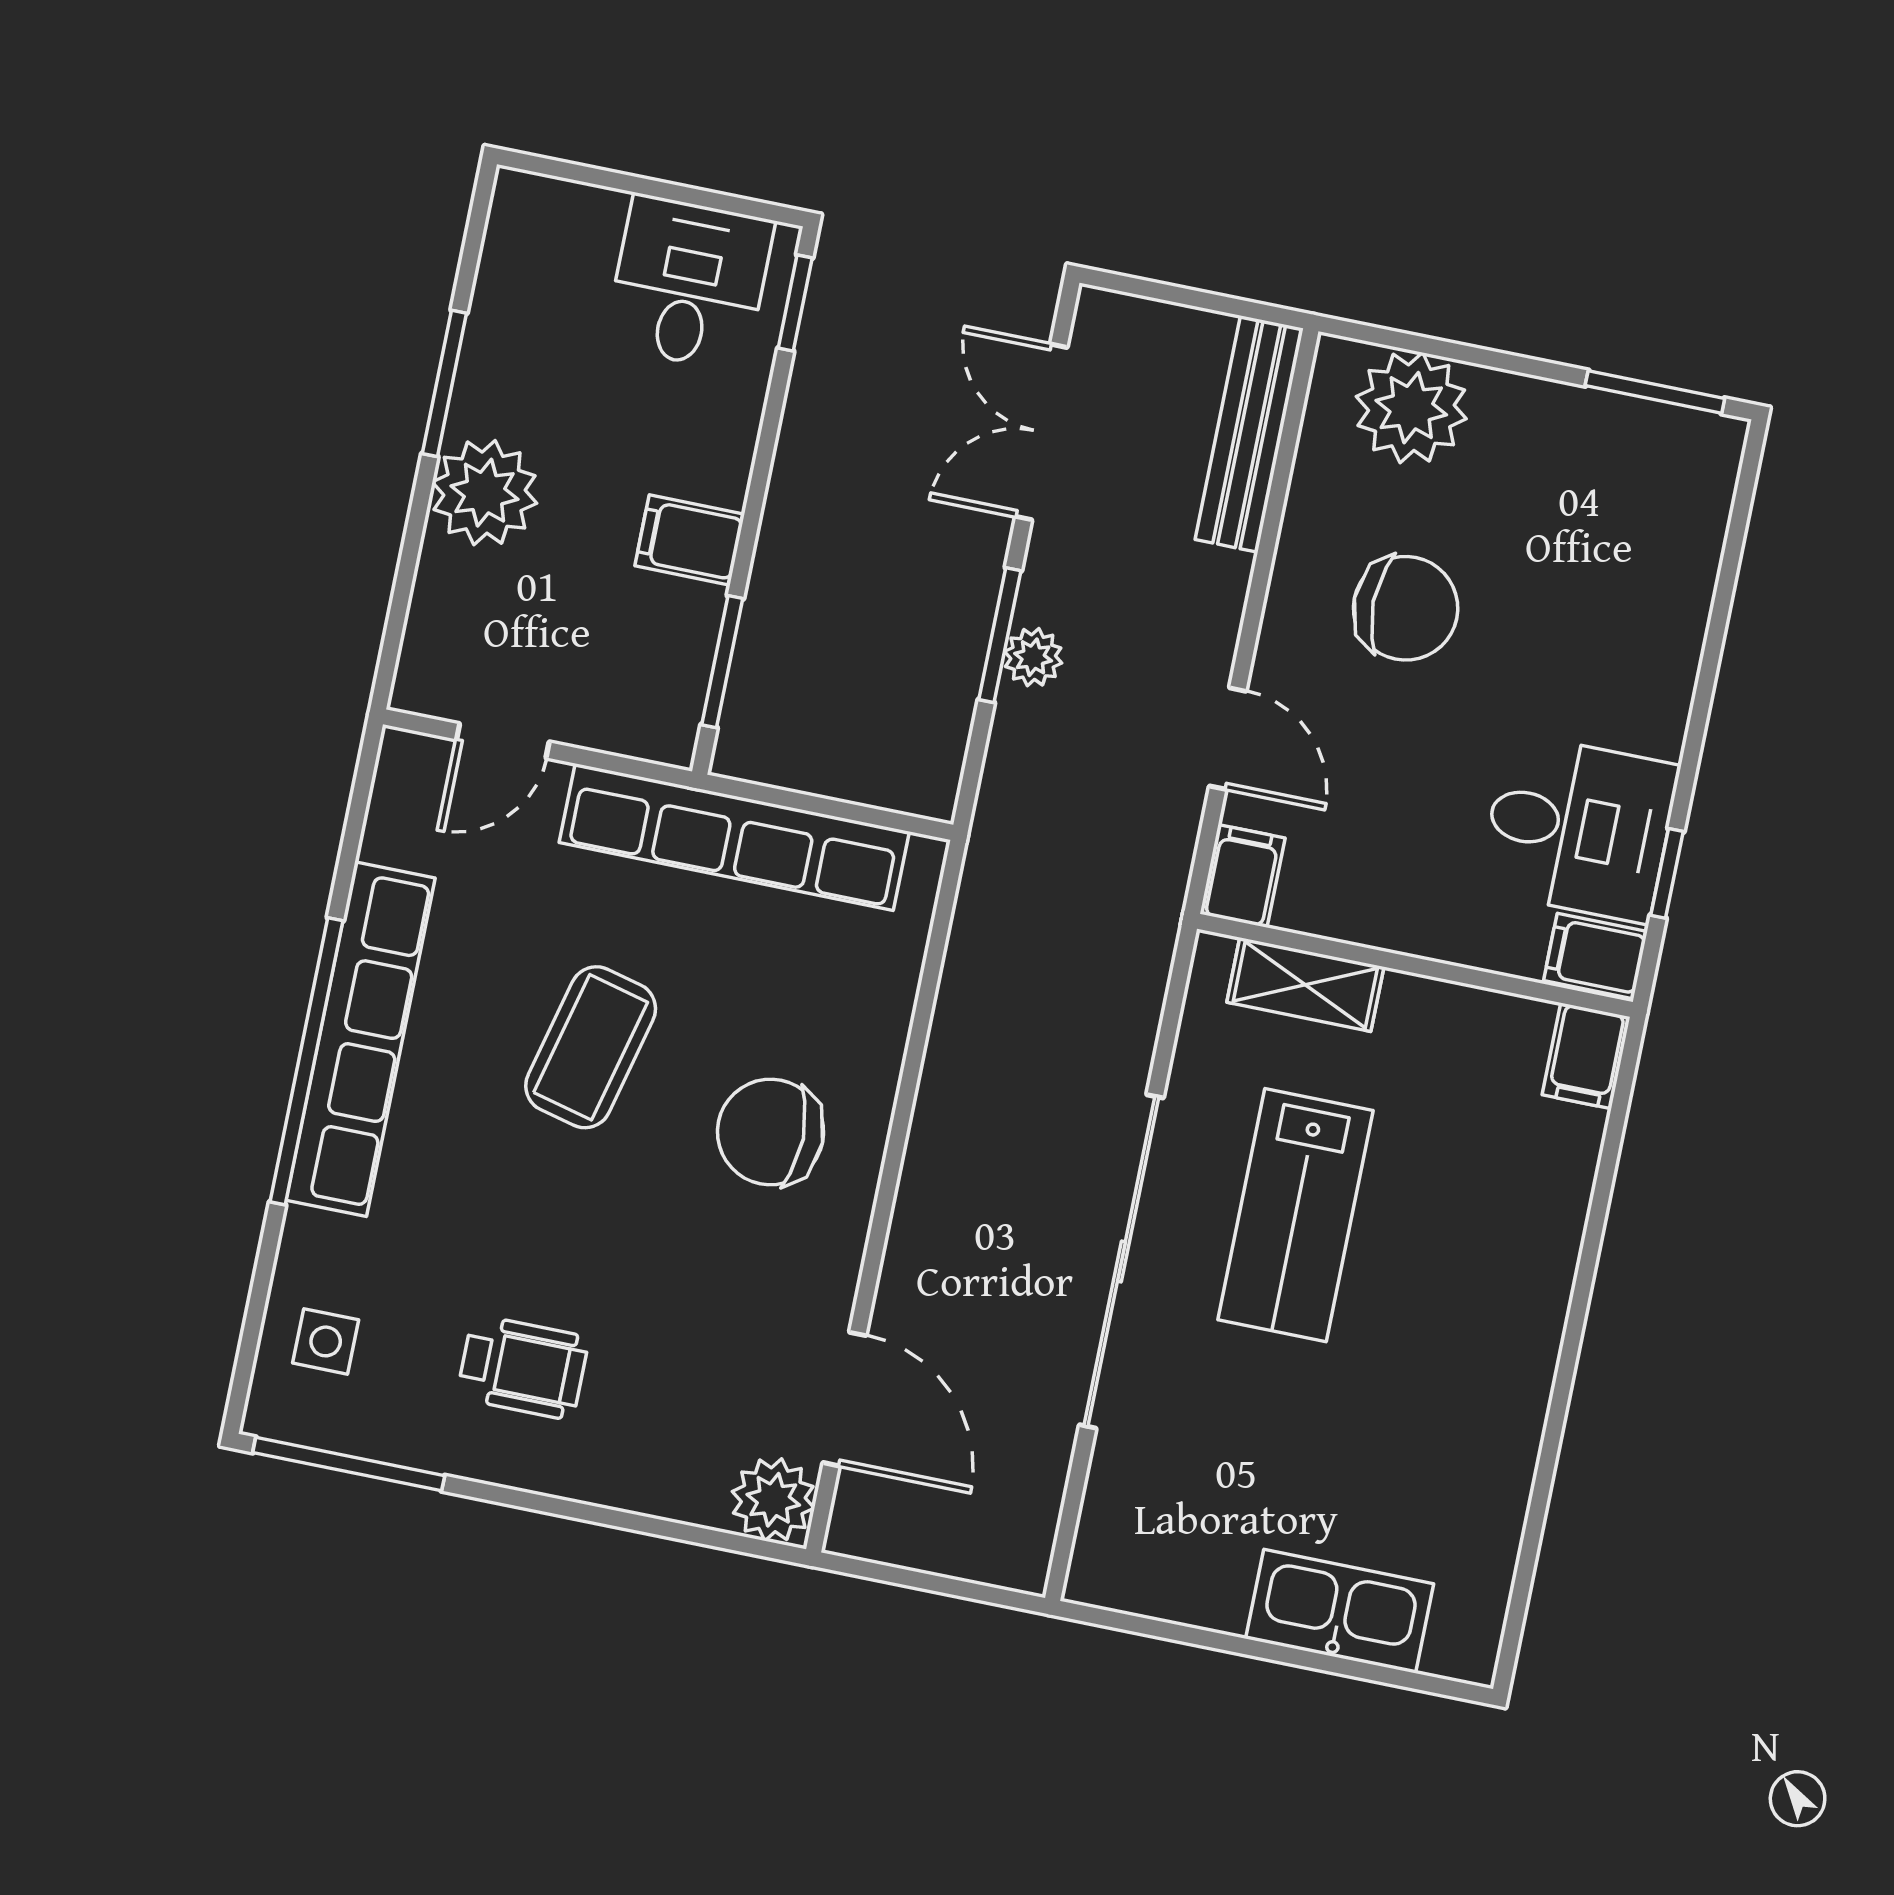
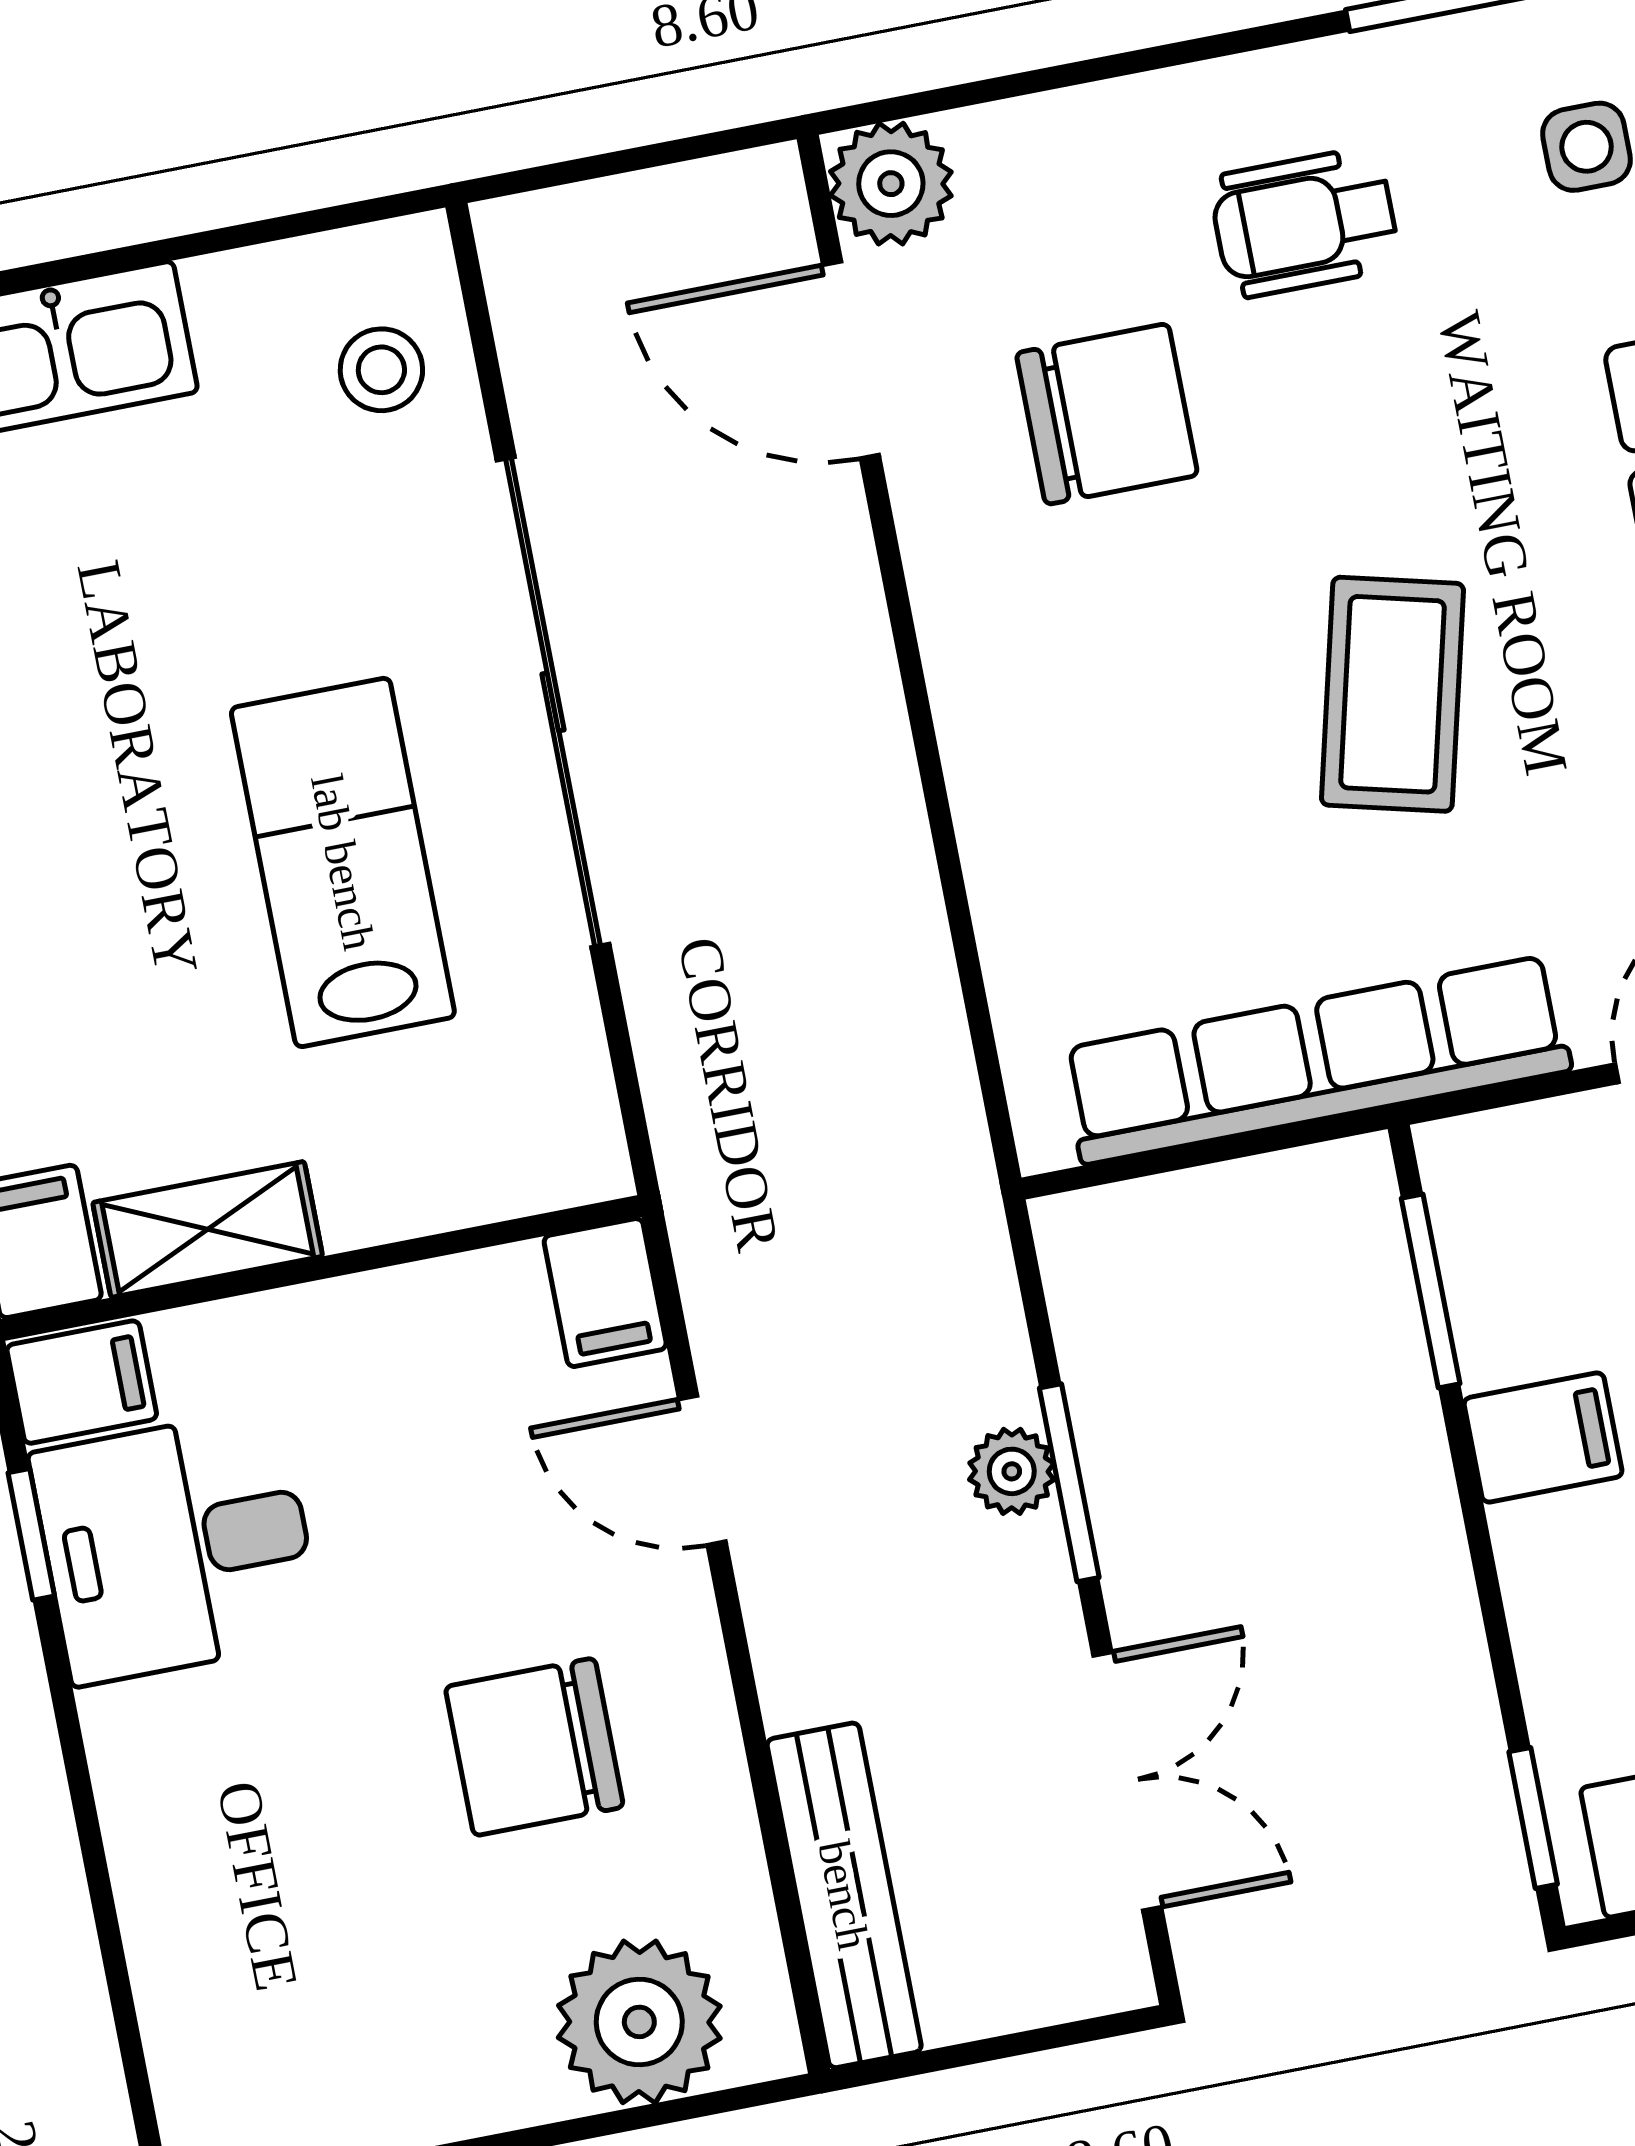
shelving: (1305, 985) -> (208, 1229), moved
chair: (771, 1132) -> (1107, 414), moved
stool: (1143, 1515) -> (381, 370), added

